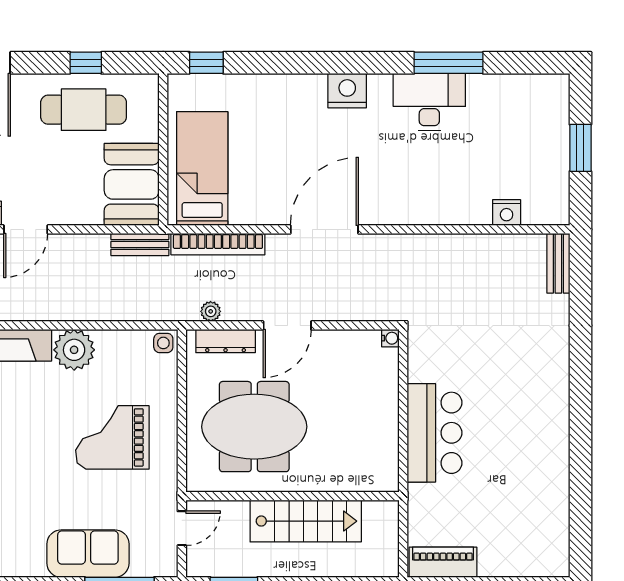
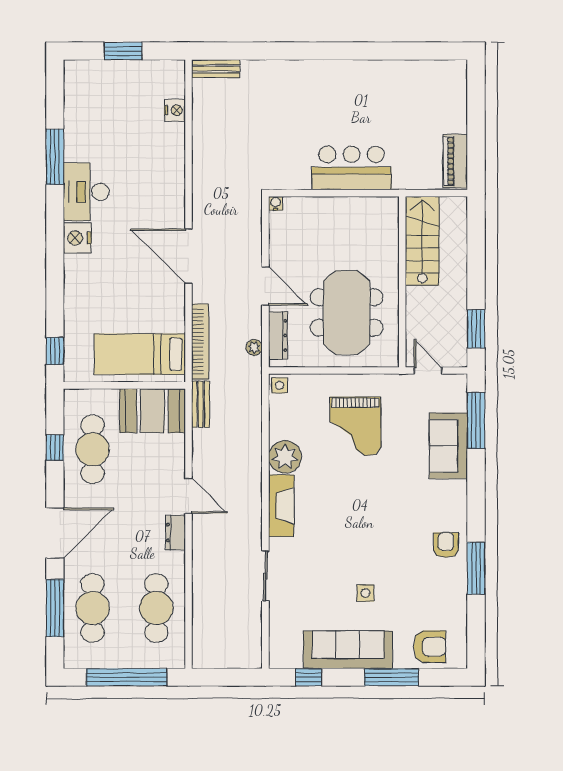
desk: (429, 102) -> (86, 192), moved
stairs: (306, 521) -> (422, 241), moved

